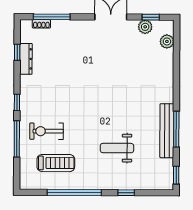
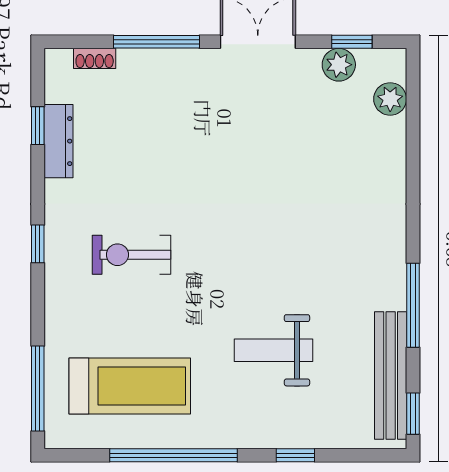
window: (52, 17) -> (156, 42), moved
exercise bike: (47, 131) -> (132, 255), moved
bench: (167, 131) -> (391, 376), moved
window: (17, 139) -> (38, 389), moved
treadmill: (56, 163) -> (130, 386), width x1.37, depth x1.38

